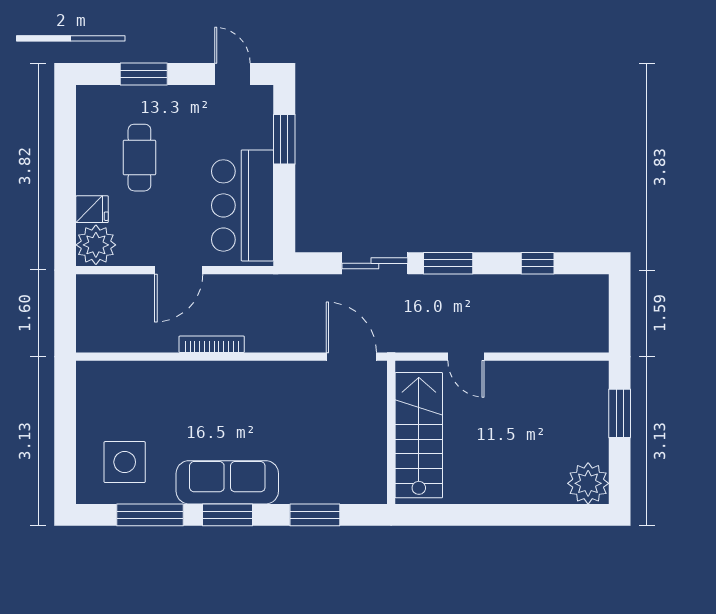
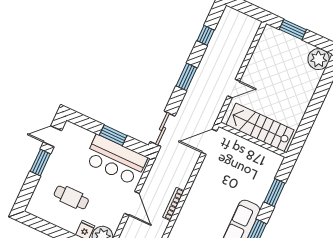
window: (144, 74) -> (40, 163), moved
window: (284, 139) -> (113, 135), moved
sliding door: (375, 263) -> (163, 129), moved

